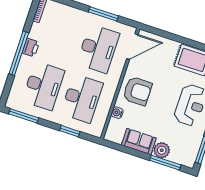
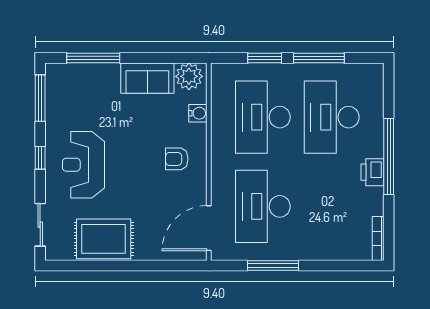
armchair: (137, 91) -> (177, 159), width x0.53, depth x0.53
window: (24, 116) -> (319, 58), moved
plant: (162, 150) -> (189, 76), moved

